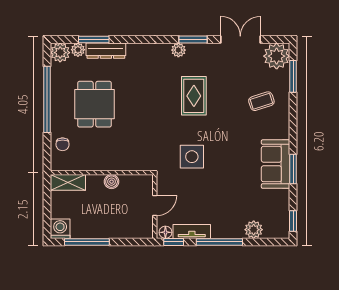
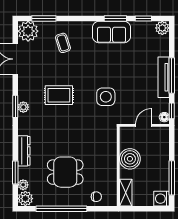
window: (193, 40) -> (15, 106), moved
dresser: (106, 51) -> (24, 151), moved
boiler: (112, 182) -> (130, 159), width x1.86, depth x1.86
door: (155, 206) -> (144, 125), hinge flipped
window: (293, 221) -> (143, 18), moved
plant: (254, 230) -> (162, 28), moved
tv unit: (192, 231) -> (164, 77), moved, width x1.41

